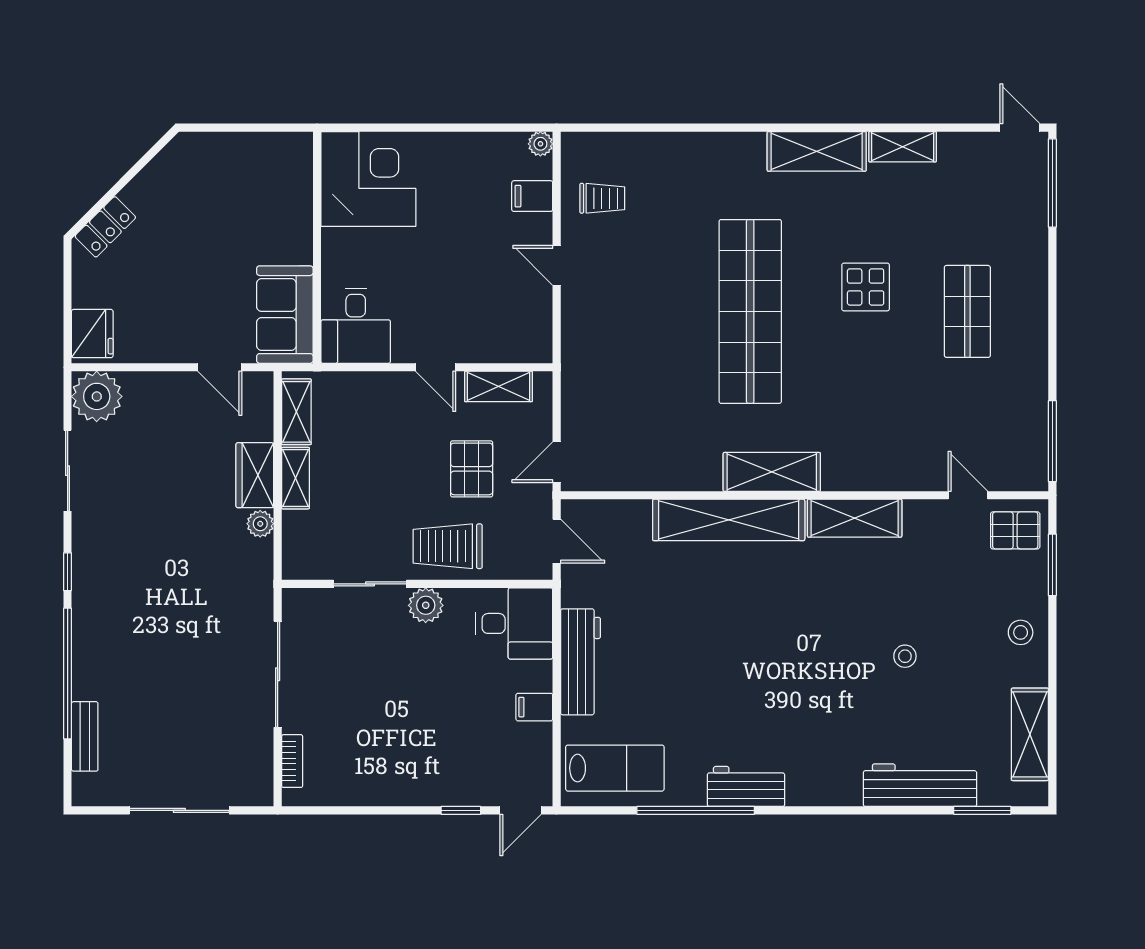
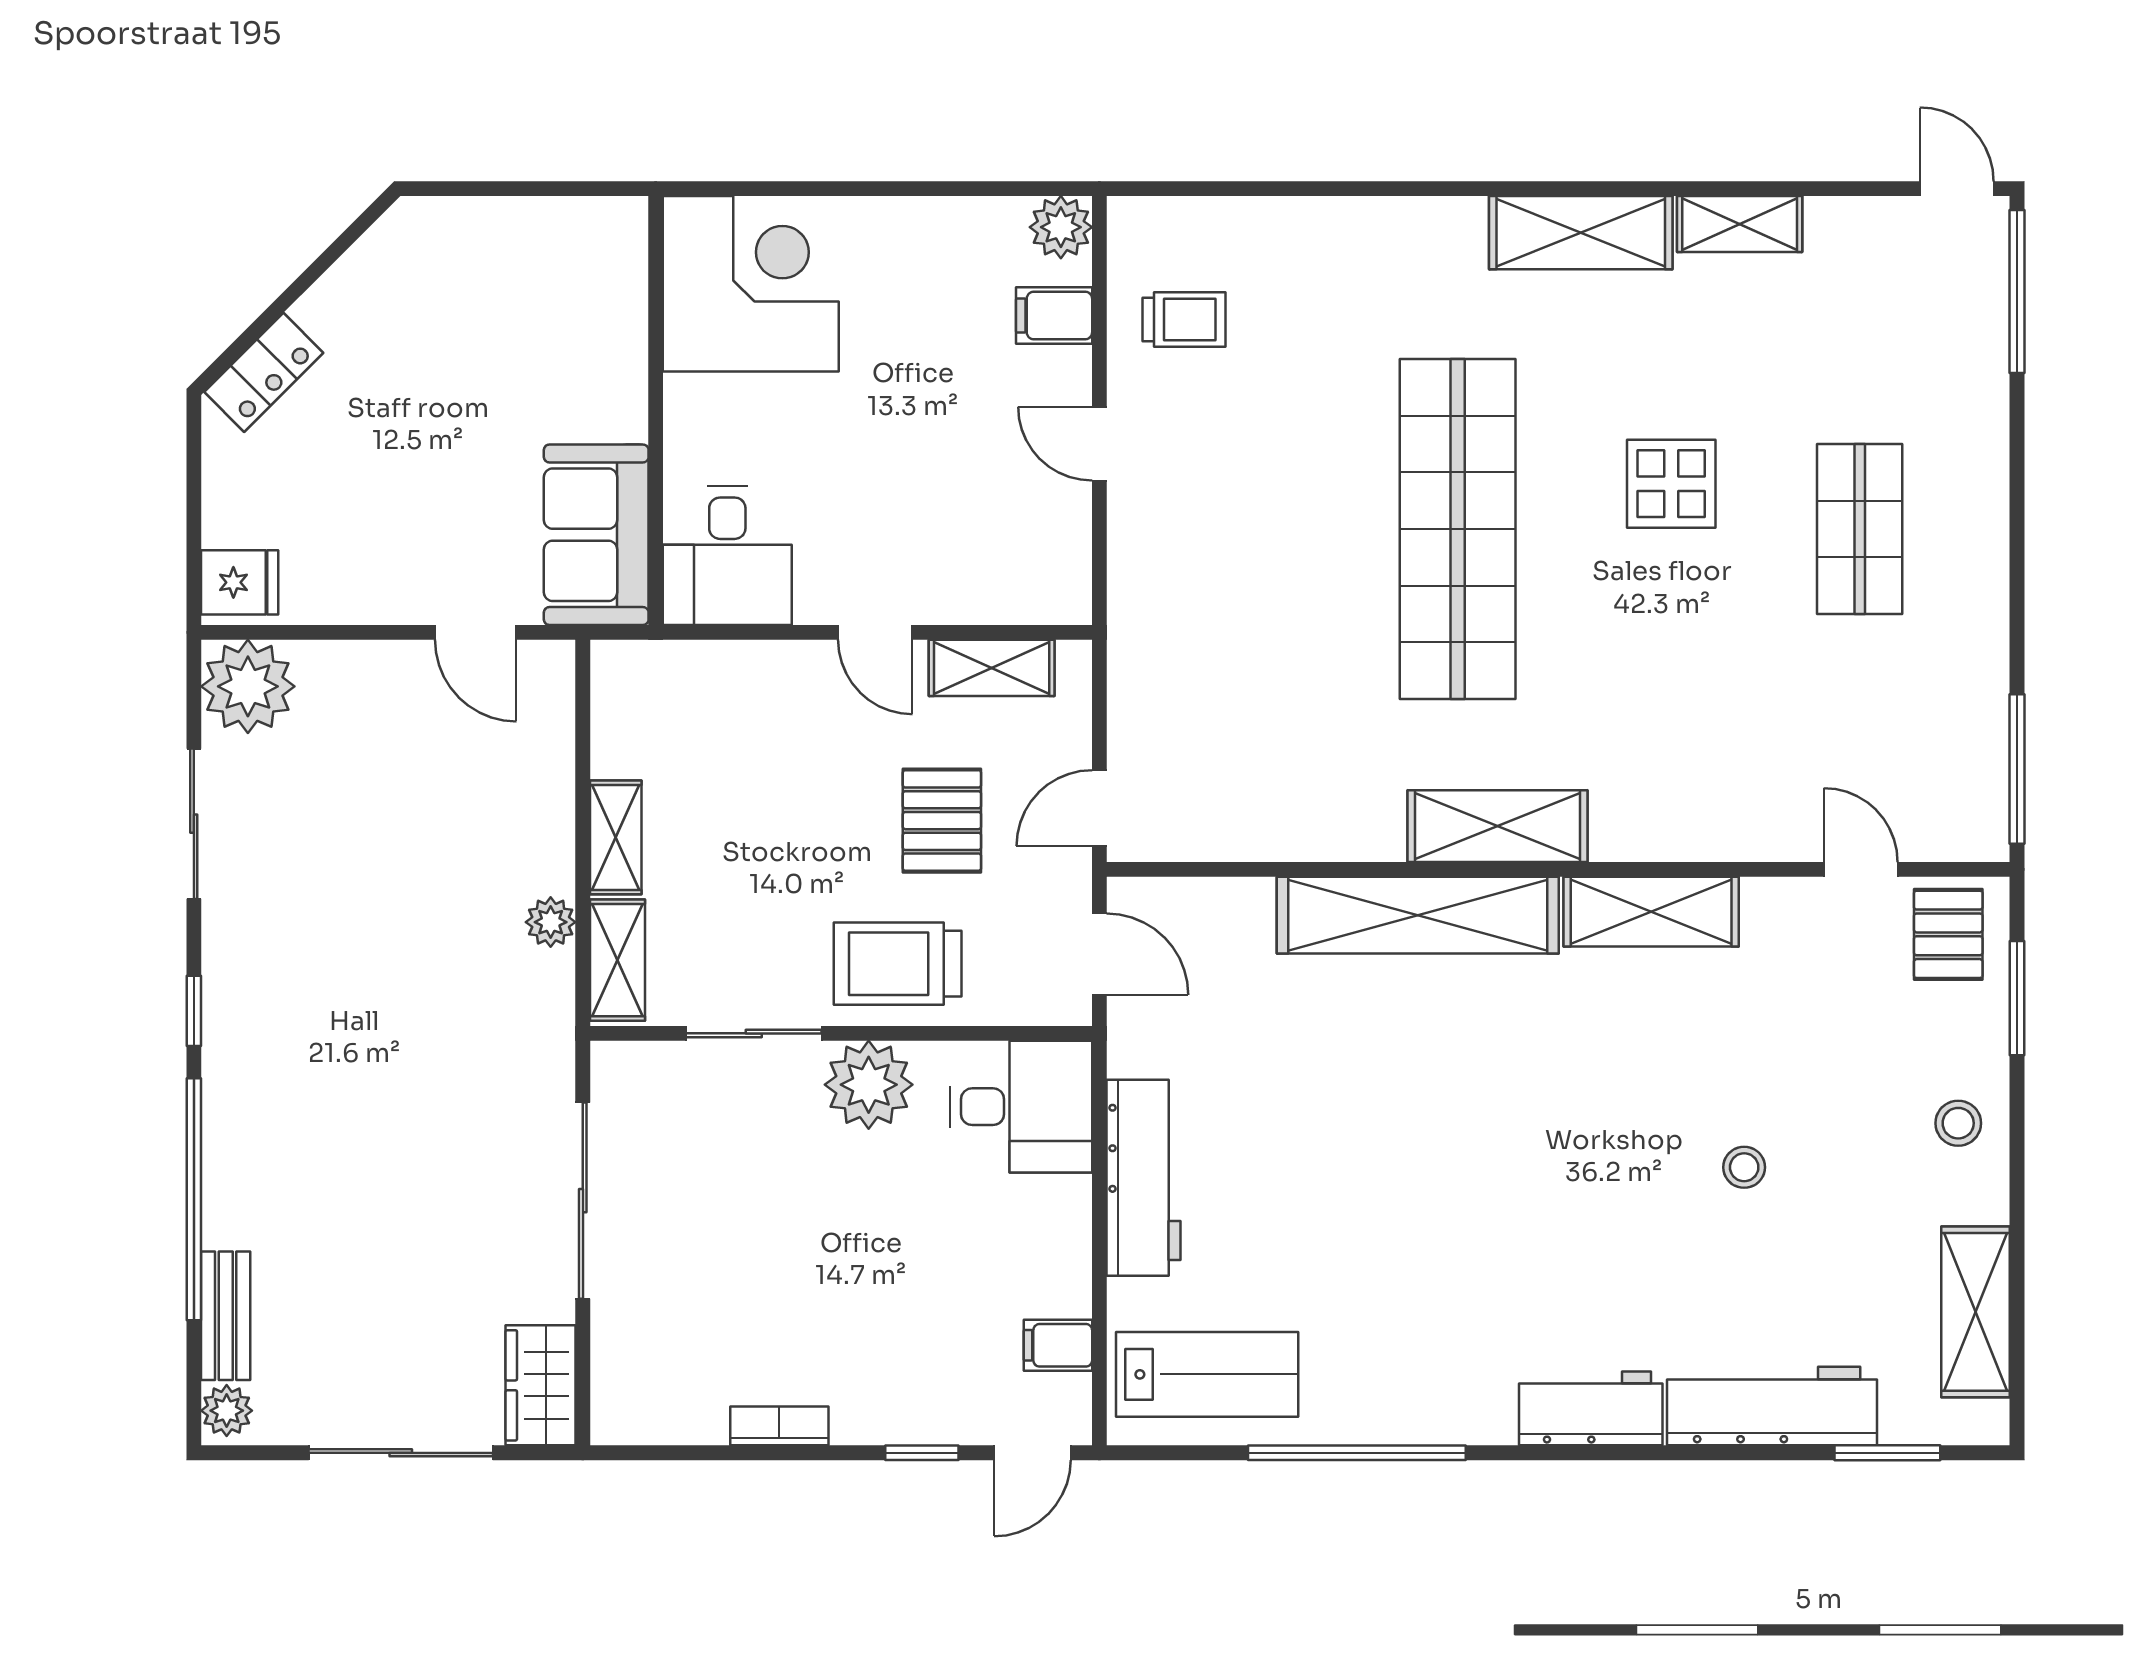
plant: (540, 144) -> (1061, 227), width x1.38, depth x1.38
fridge: (92, 334) -> (240, 582), width x0.72
shelving: (296, 412) -> (617, 960), moved
wardrobe: (255, 475) -> (541, 1385), moved
pallet: (1015, 530) -> (1948, 934), turned 90
plant: (426, 605) -> (869, 1085), width x1.36, depth x1.36
filing cabinet: (534, 707) -> (1058, 1345), moved
bookcase: (292, 761) -> (779, 1426), moved, turned -90
workbench: (746, 786) -> (1591, 1408), moved
plant: (85, 788) -> (227, 1411), added

